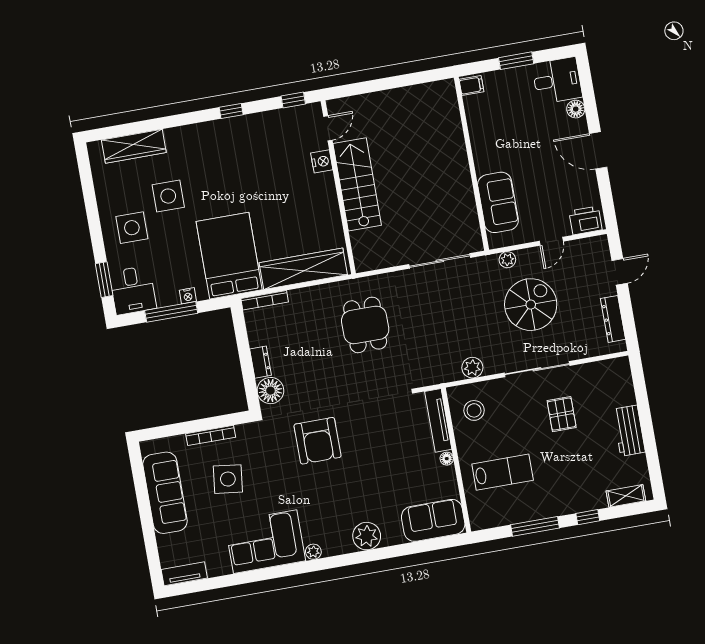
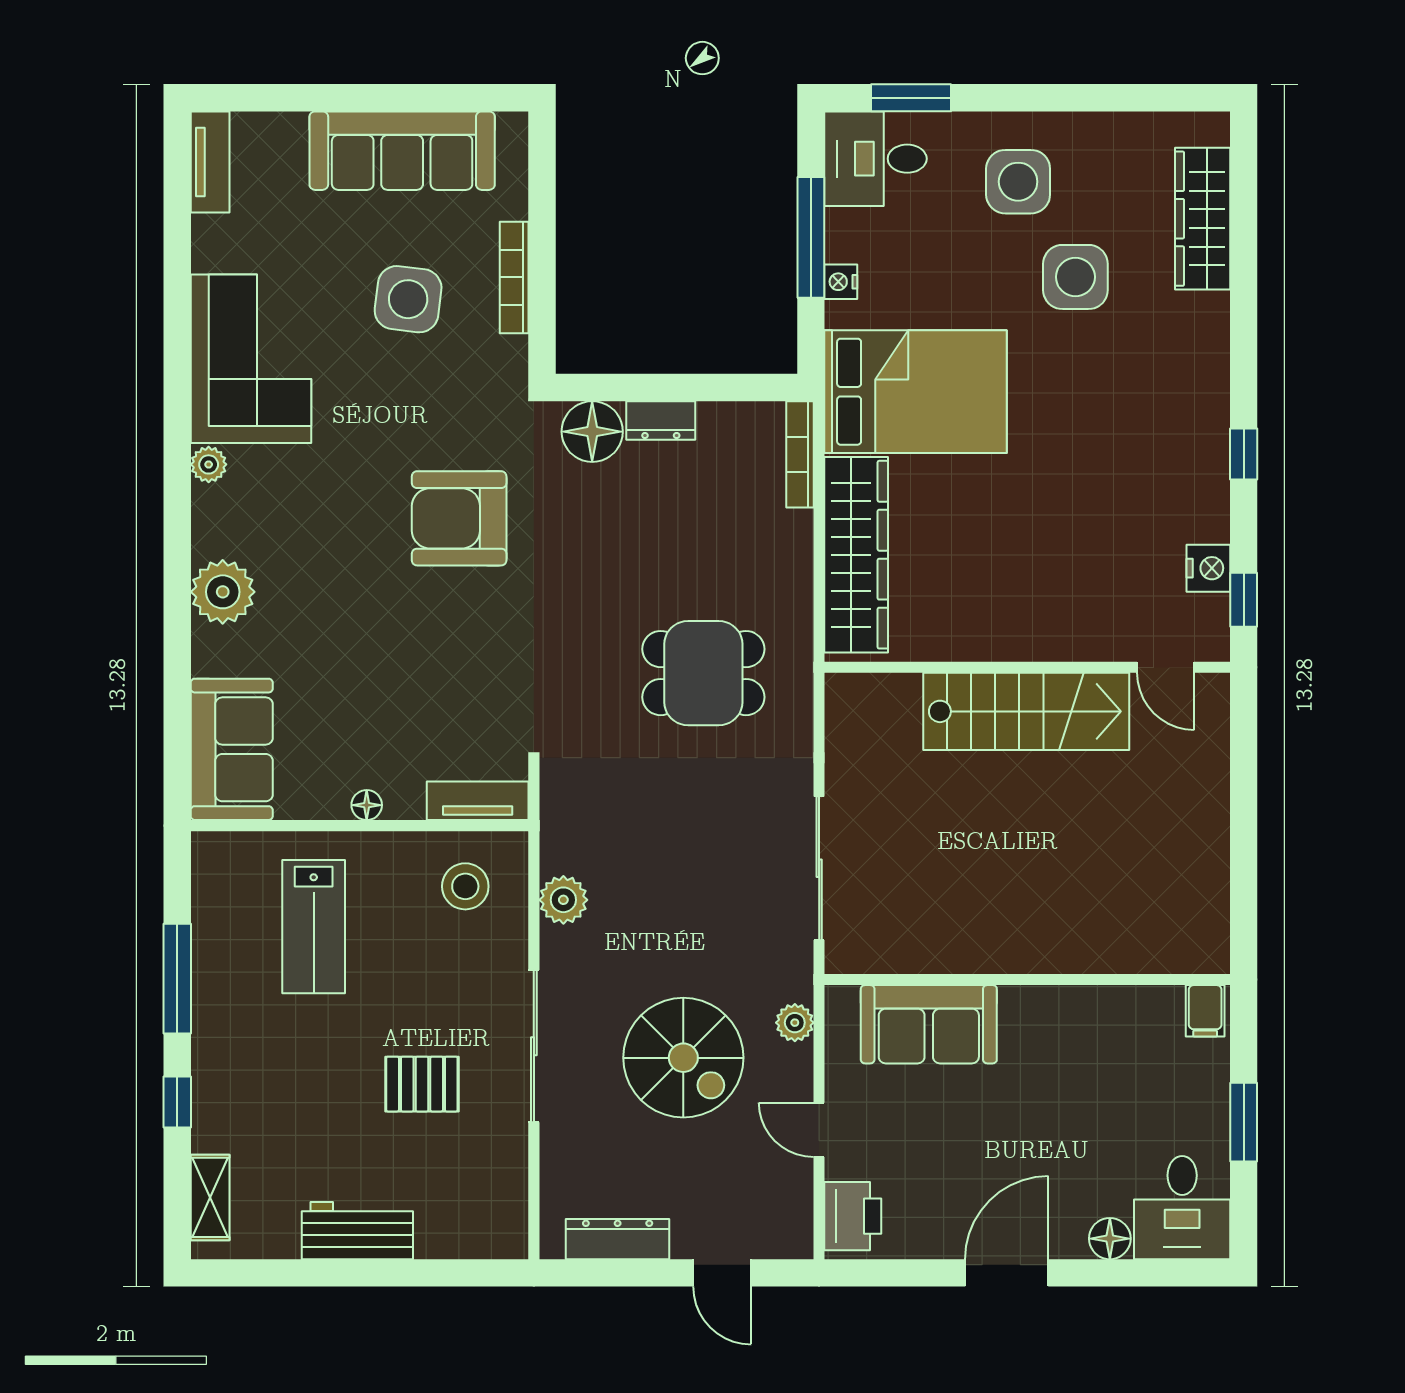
nightstand: (322, 161) -> (1208, 568), moved, turned -90
tv unit: (438, 420) -> (478, 801), width x0.71

